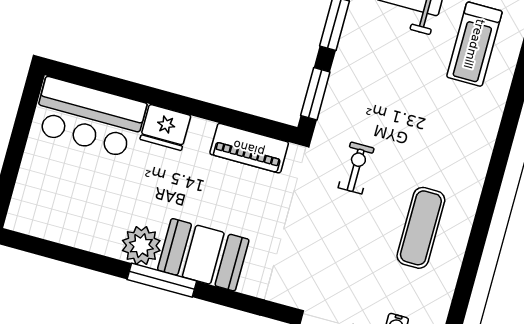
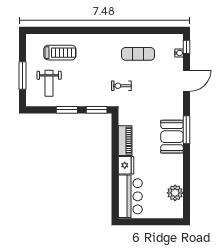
piano: (249, 148) -> (125, 141), moved
plant: (141, 246) -> (175, 193), moved
window: (162, 280) -> (186, 130), moved

